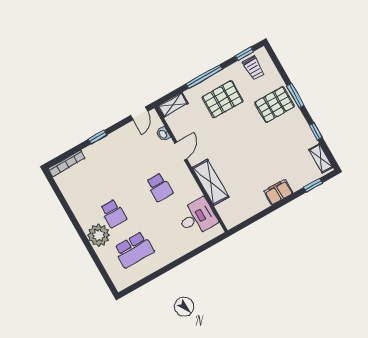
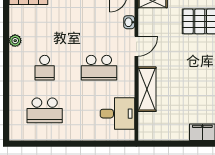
school desk: (159, 187) -> (99, 68), width x1.85
plant: (99, 235) -> (15, 41), moved, width x0.53, depth x0.53

